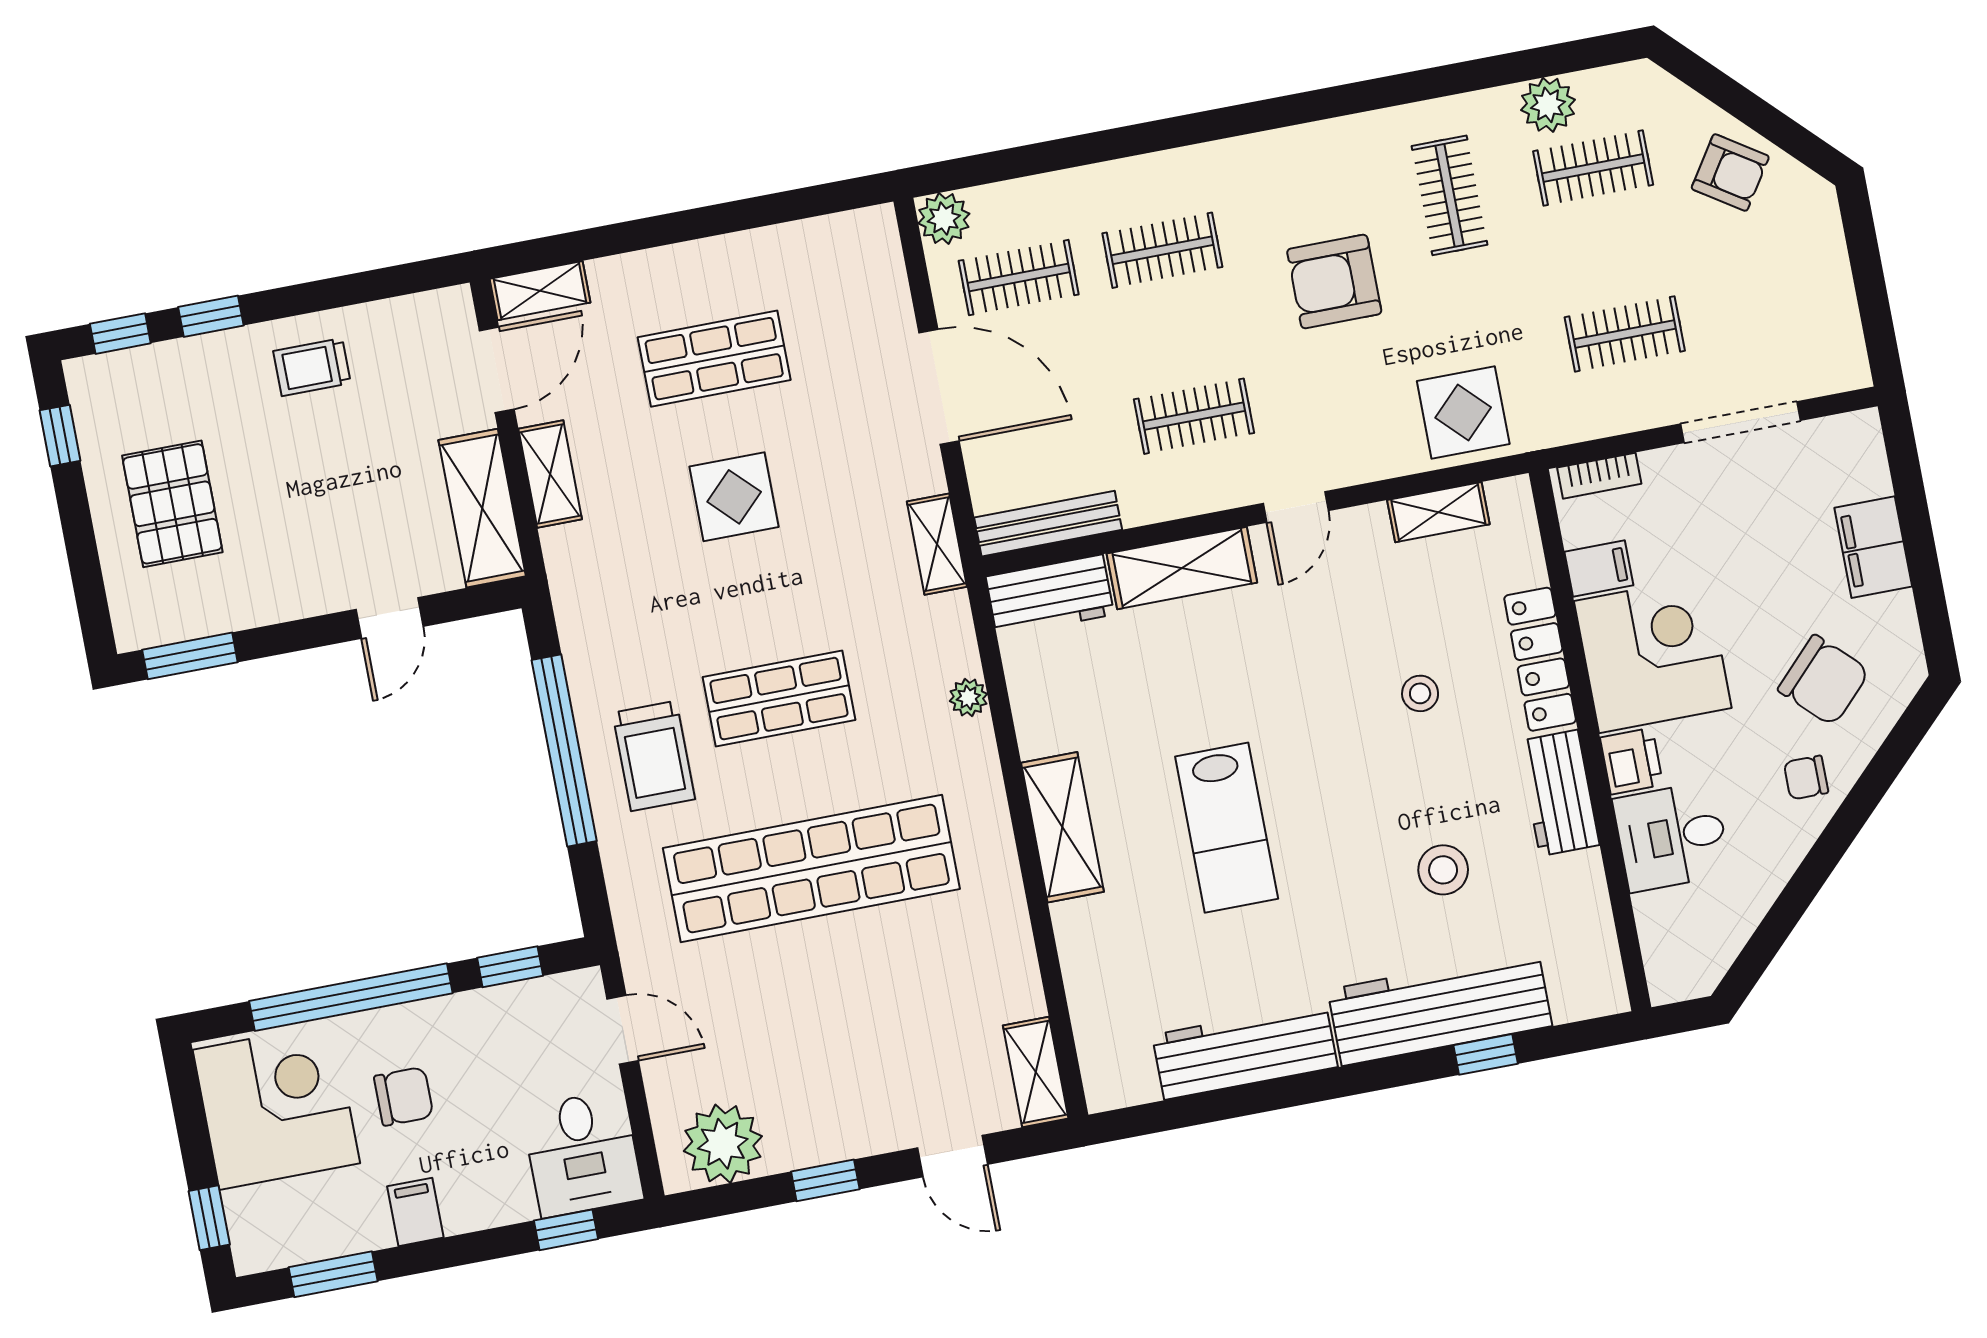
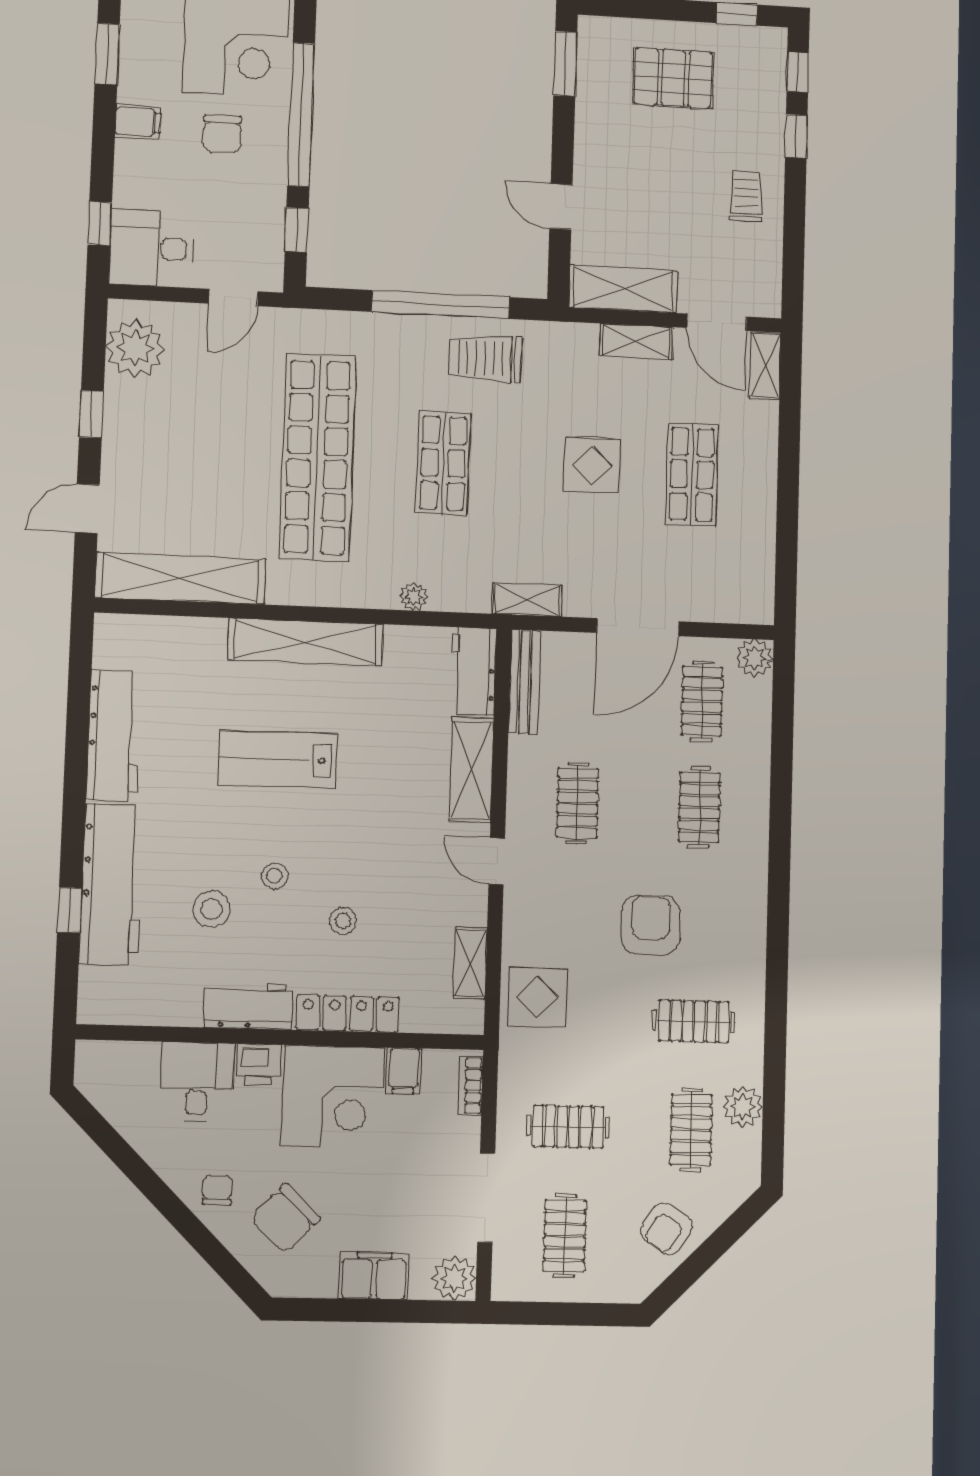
clothes rail: (1768, 307) -> (565, 1236), added
clothes rail: (1625, 334) -> (568, 1127), turned 90
plant: (1854, 441) -> (454, 1278), added
trolley: (654, 756) -> (485, 358), moved
stool: (1381, 797) -> (274, 876), added
shelving: (1062, 827) -> (306, 642), width x1.47
shelving: (1036, 1072) -> (180, 578), width x2.20, depth x1.33

